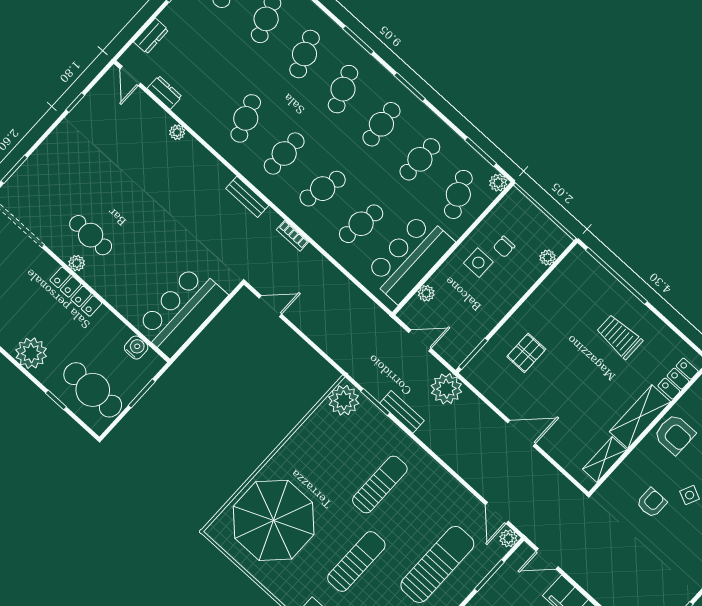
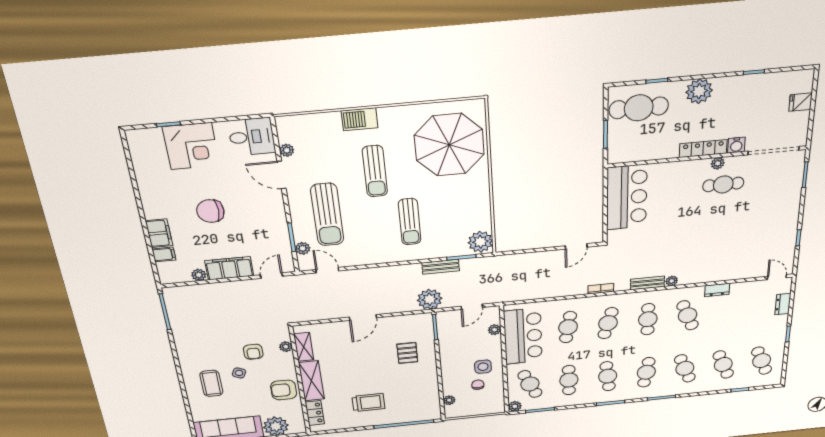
cafe table: (343, 89) -> (646, 372), turned 30
dresser: (165, 93) -> (717, 290), moved
plant: (177, 132) -> (672, 281), moved
water cooler: (136, 348) -> (736, 145), moved
plant: (619, 477) -> (286, 347), added
plant: (508, 538) -> (303, 248), moved

